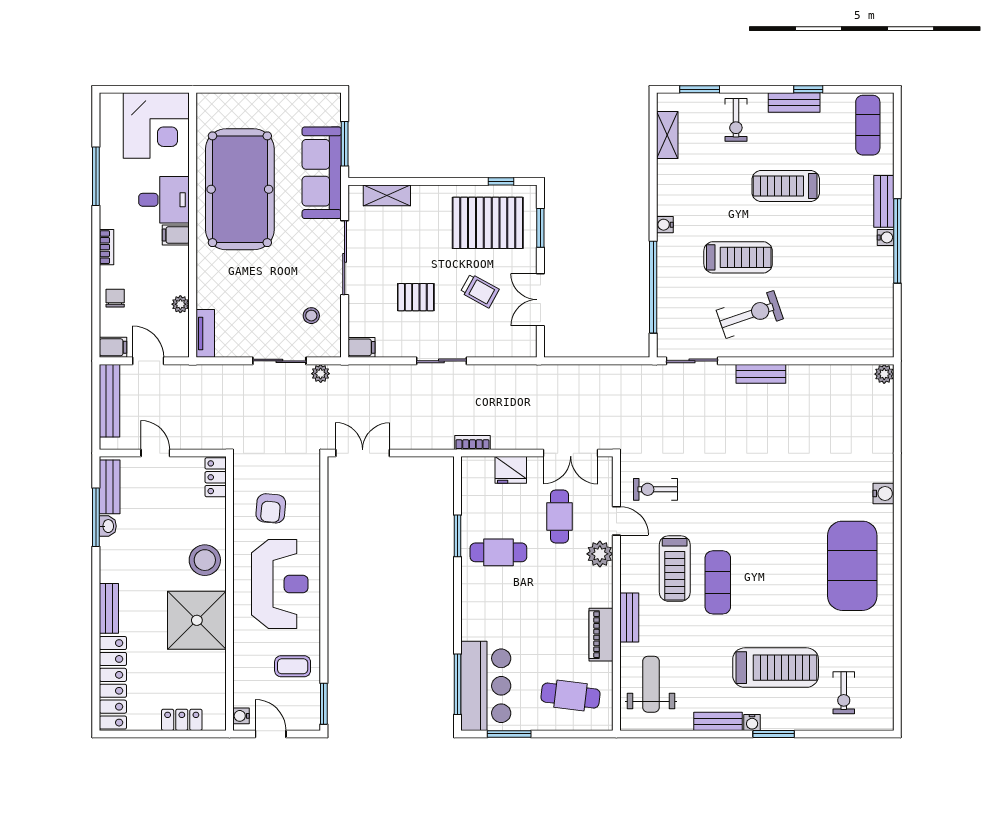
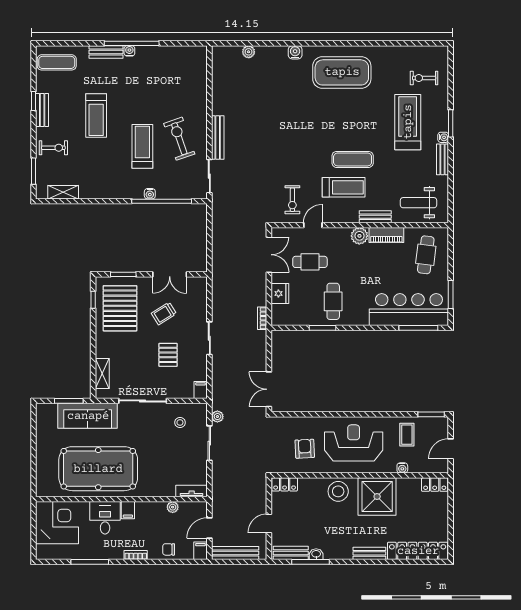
water cooler: (665, 225) -> (150, 194), moved
trolley: (480, 291) -> (164, 313), turned -151
bench: (761, 374) -> (218, 137), width x1.36
plant: (884, 374) -> (249, 52), moved
armchair: (271, 508) -> (305, 449), turned -98
plant: (600, 554) -> (359, 236), moved
bar counter: (486, 686) -> (409, 310), width x1.36
exercise bike: (844, 693) -> (424, 78), turned 180
water cooler: (241, 716) -> (402, 468), moved
locker: (182, 720) -> (435, 485), moved, turned -90

